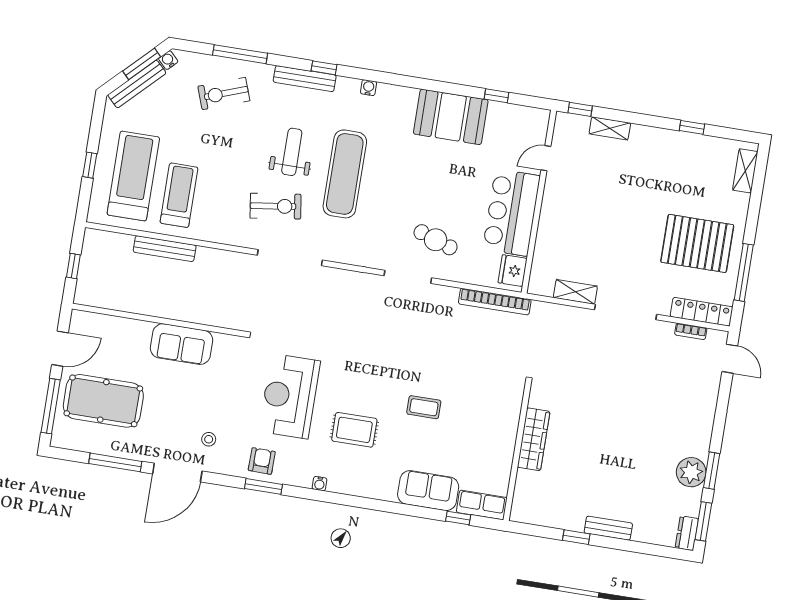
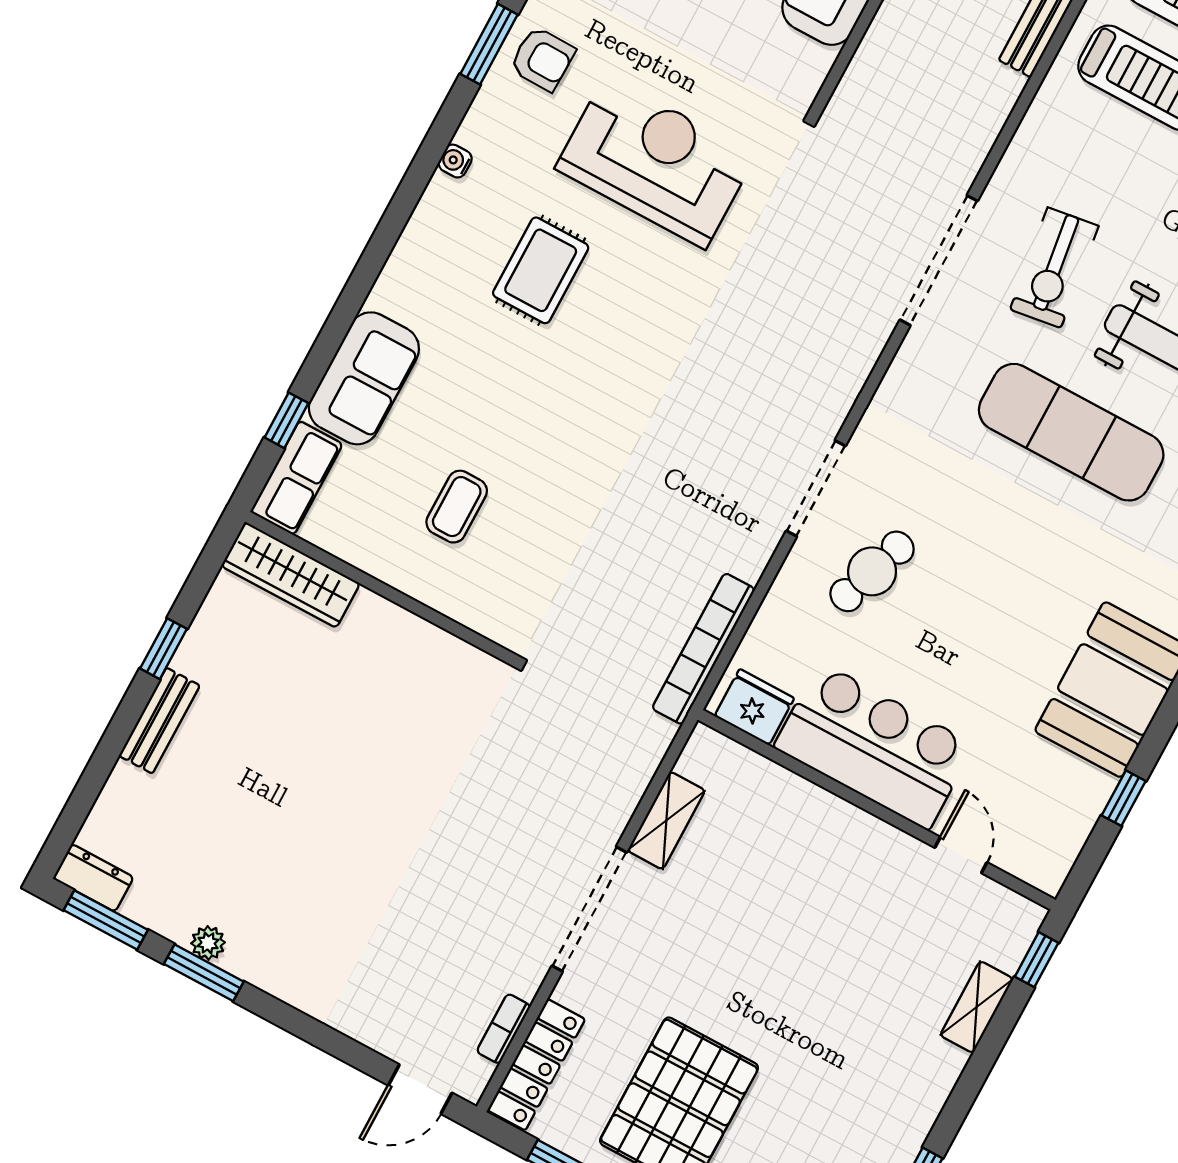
coffee table: (424, 407) -> (457, 507), moved
wardrobe: (534, 439) -> (291, 575), moved
plant: (691, 472) -> (208, 943), width x0.53, depth x0.53

